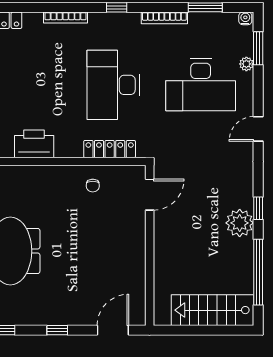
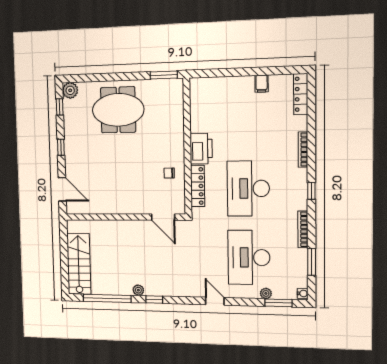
desk: (113, 85) -> (248, 188), turned -90
printer: (34, 144) -> (201, 149), moved
plant: (240, 223) -> (138, 290), width x0.53, depth x0.53

